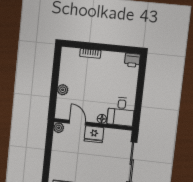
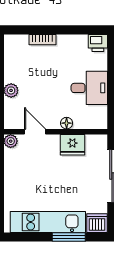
desk: (121, 112) -> (89, 88), moved, turned -90
fridge: (94, 134) -> (72, 145), moved

